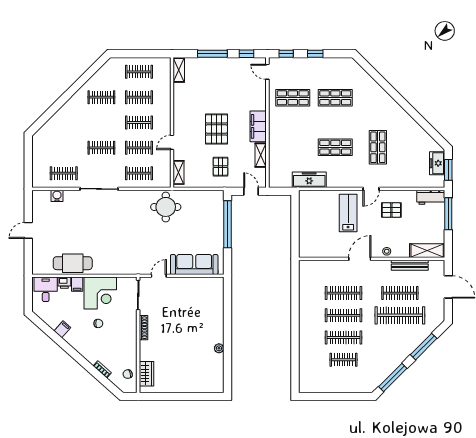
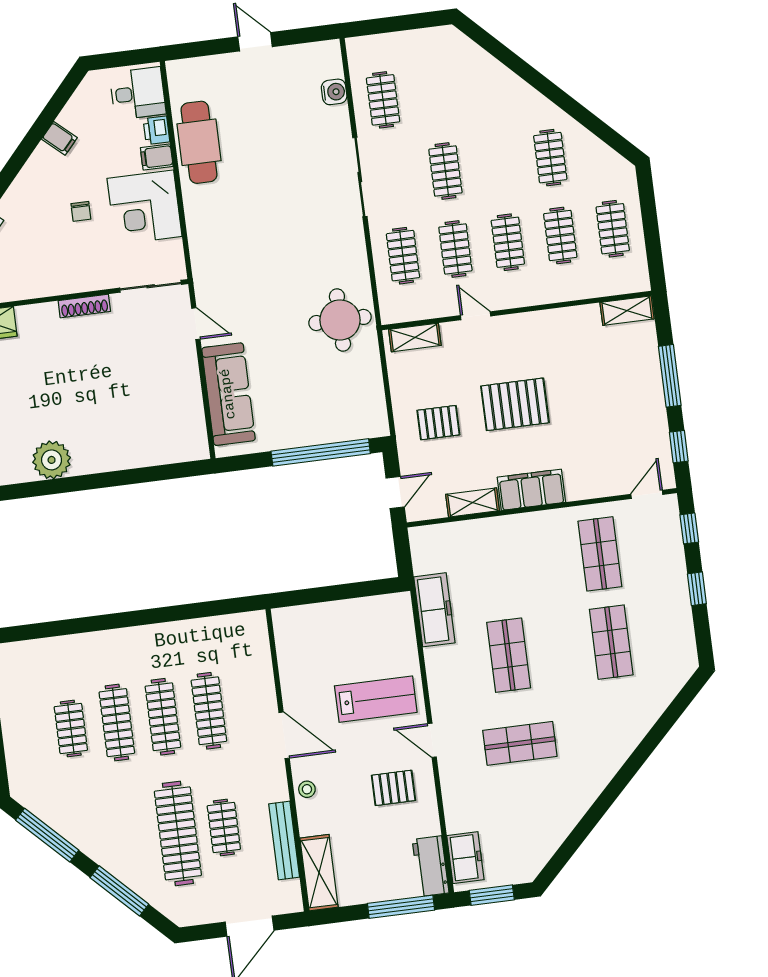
freezer: (437, 163) -> (465, 858), moved, turned 90
pallet: (391, 210) -> (393, 788), turned 90
clothes rail: (400, 293) -> (224, 828), width x0.73
plant: (219, 348) -> (52, 460), width x1.88, depth x1.88

